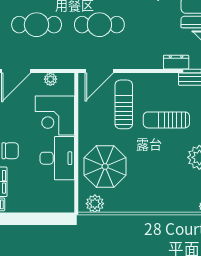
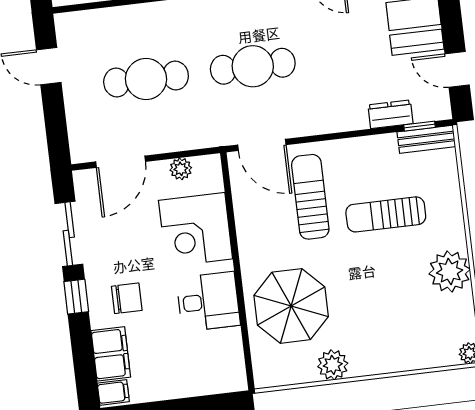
door: (99, 71) -> (262, 145), hinge flipped
desk: (57, 158) -> (208, 301), width x0.73
plant: (95, 204) -> (333, 365), moved

